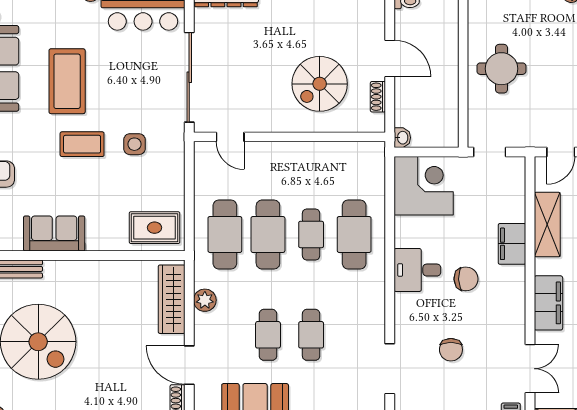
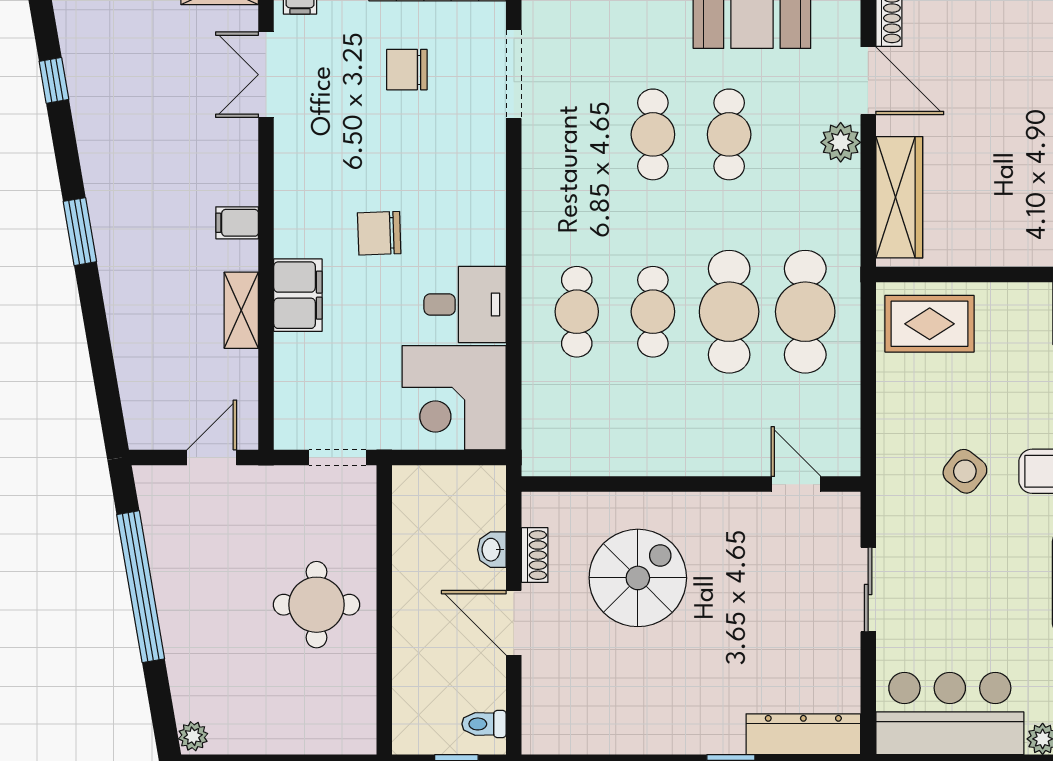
sliding door: (189, 77) -> (868, 589), width x0.54
washbasin: (402, 138) -> (492, 550), moved
side table: (134, 144) -> (965, 471), turned 38
shelving: (547, 225) -> (241, 310), width x0.67, depth x0.75
cafe table: (354, 234) -> (577, 312), width x0.73, depth x0.74
desk: (417, 270) -> (465, 305), moved
plant: (205, 300) -> (841, 142), moved
filing cabinet: (548, 303) -> (237, 223), width x0.33, depth x0.86
chair: (451, 350) -> (407, 70), moved, turned -90

